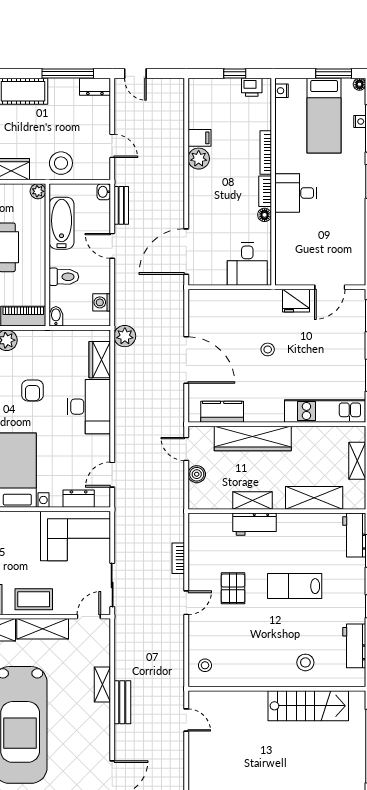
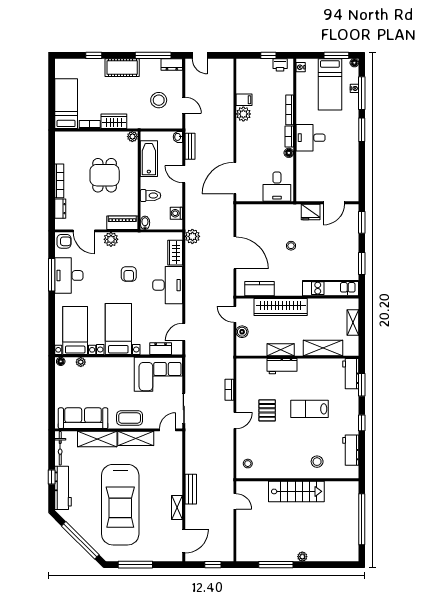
stool: (61, 163) -> (159, 100), moved
shelving: (102, 685) -> (177, 507), moved
stairs: (308, 706) -> (296, 491), moved

